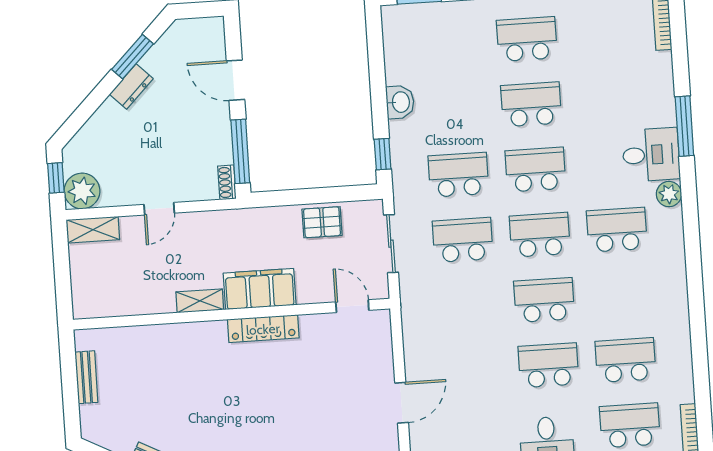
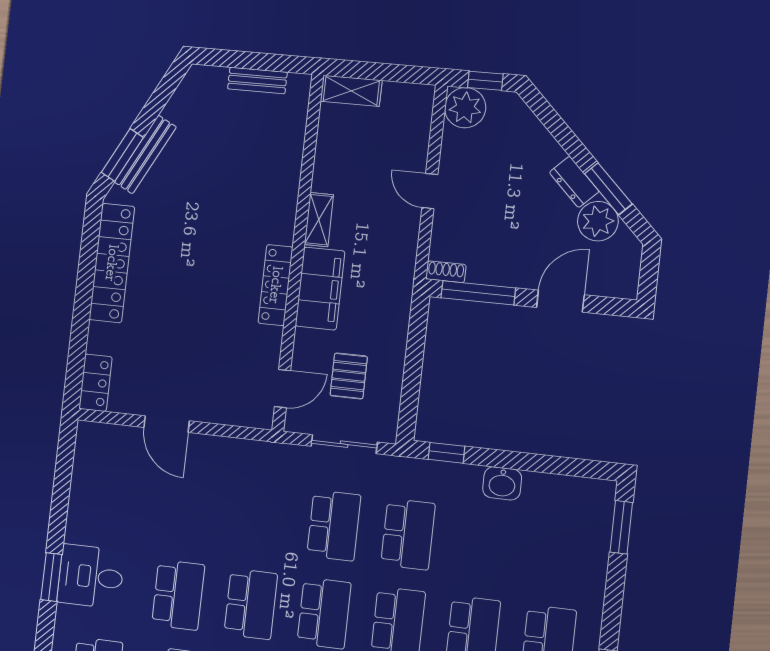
plant: (162, 61) -> (598, 221), added
pallet: (322, 222) -> (349, 376), moved
shelving: (93, 230) -> (351, 91), moved, turned 90

